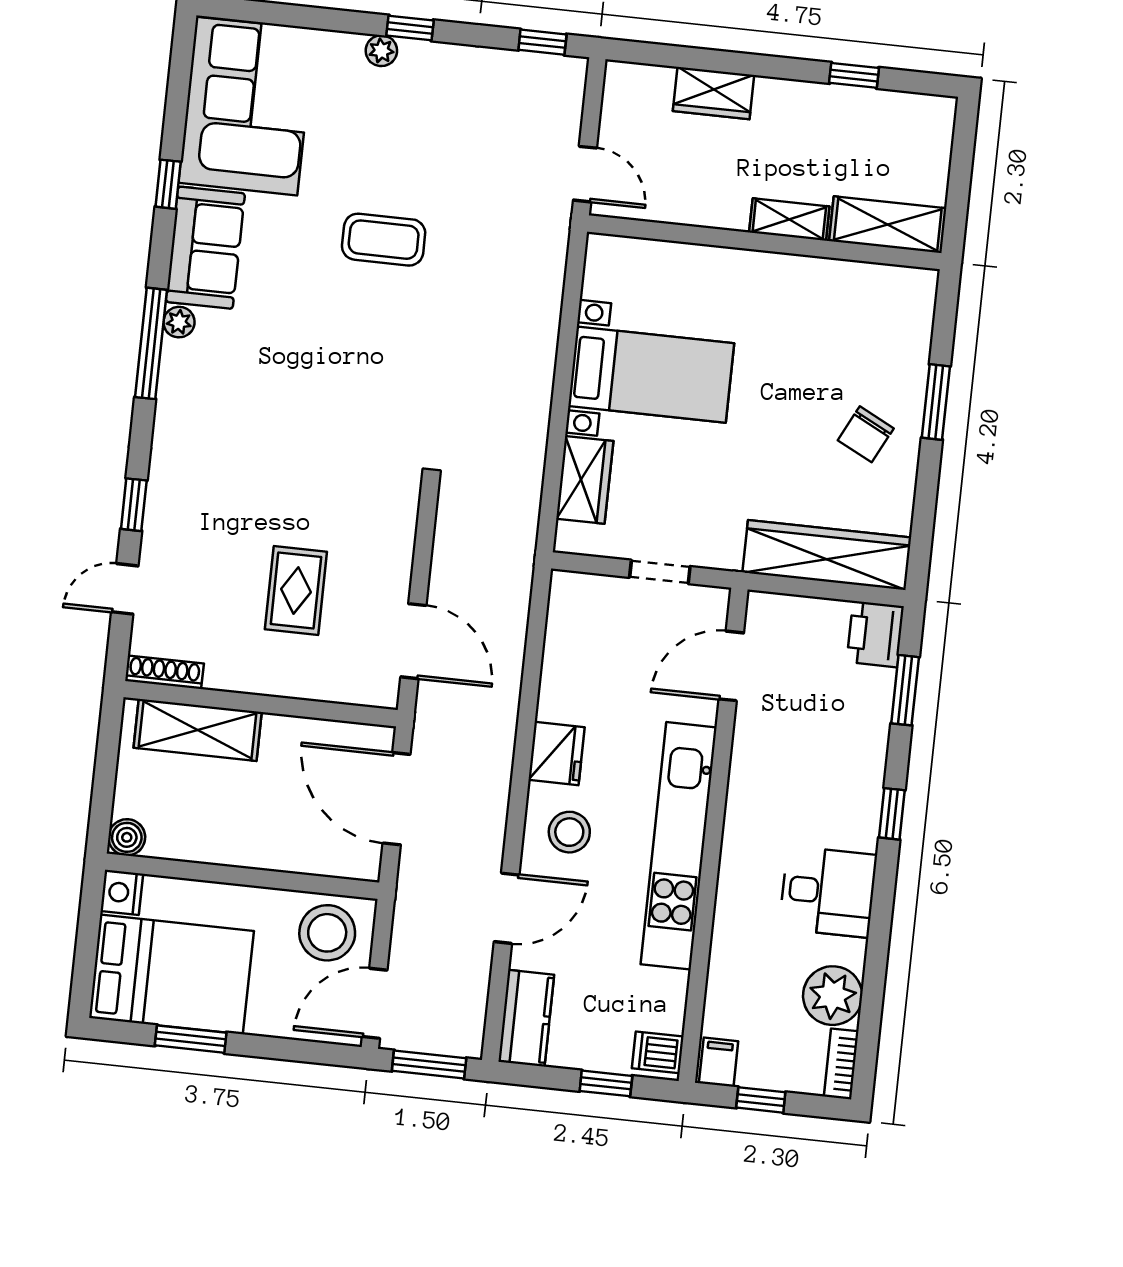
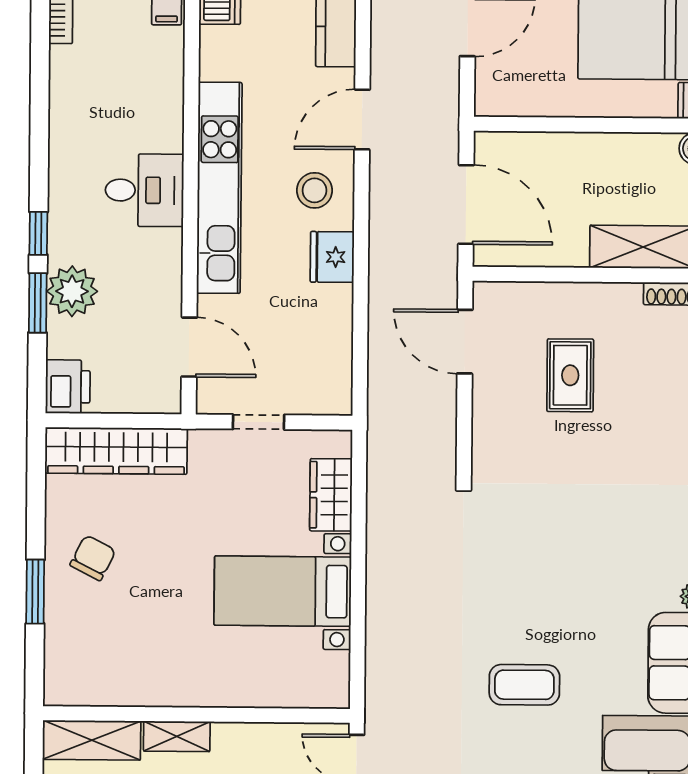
door: (731, 666) -> (189, 347), hinge flipped
window: (905, 690) -> (38, 303), moved
desk: (828, 892) -> (144, 190), moved, turned 180
stool: (327, 933) -> (514, 83), removed
plant: (833, 996) -> (72, 291), moved

